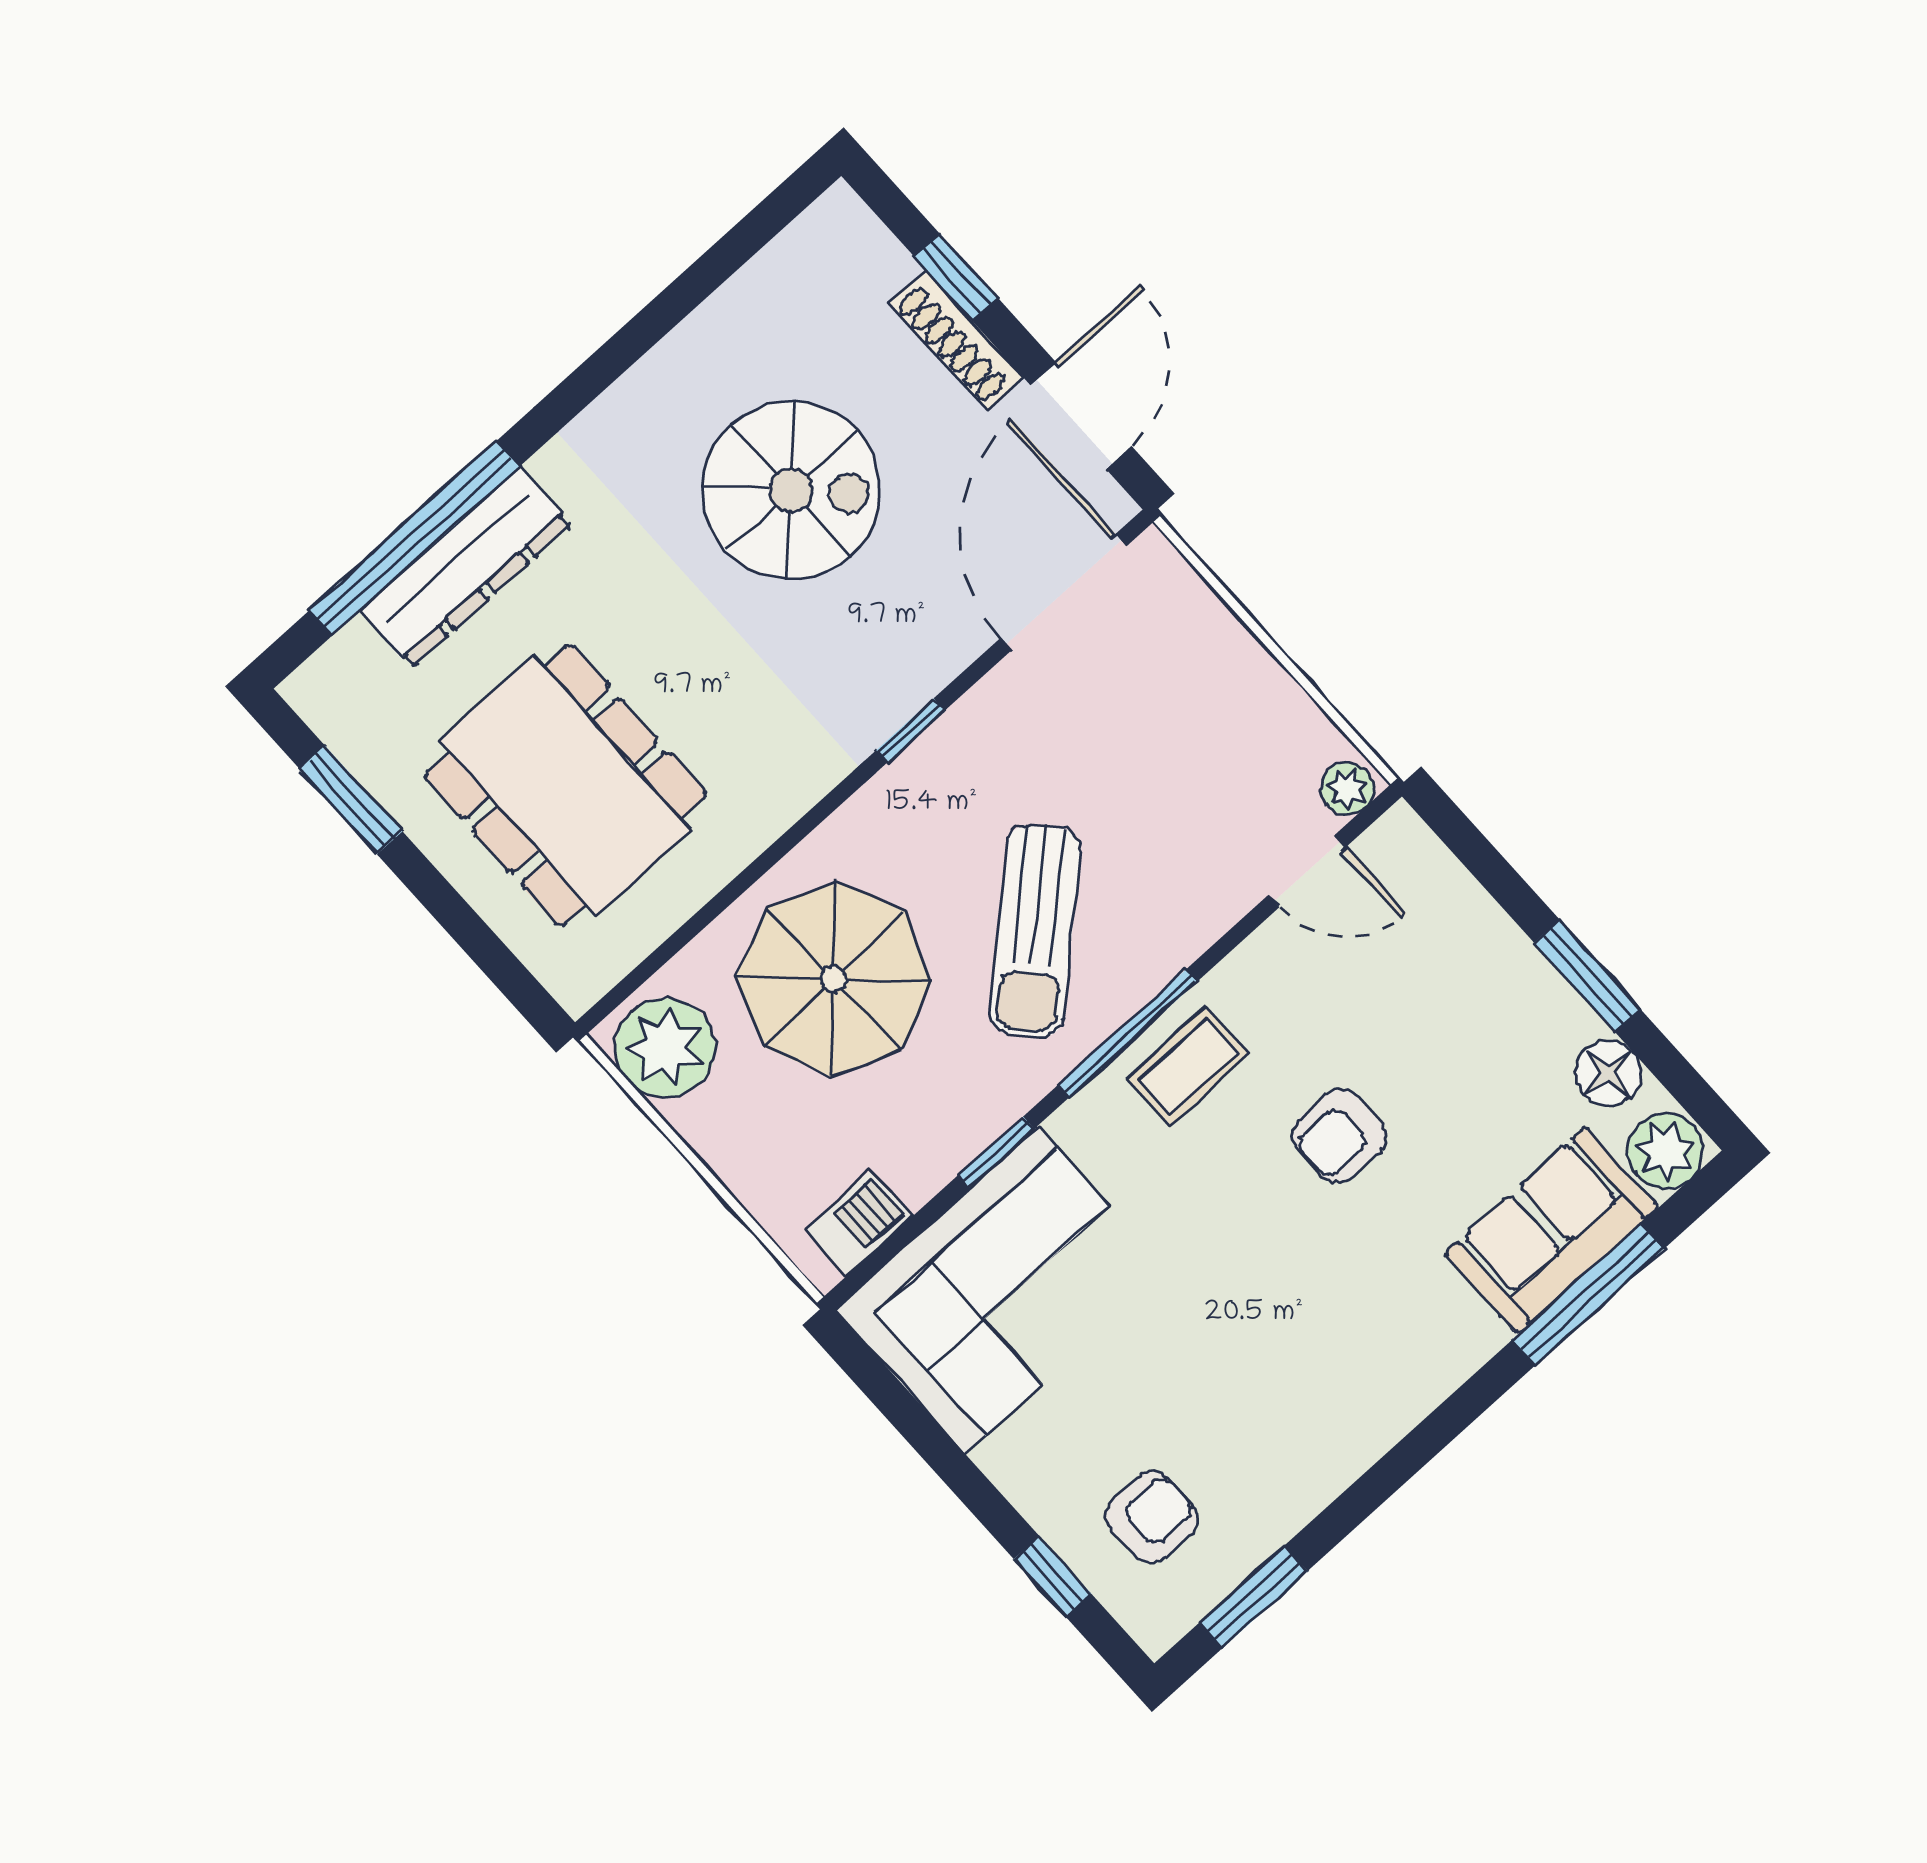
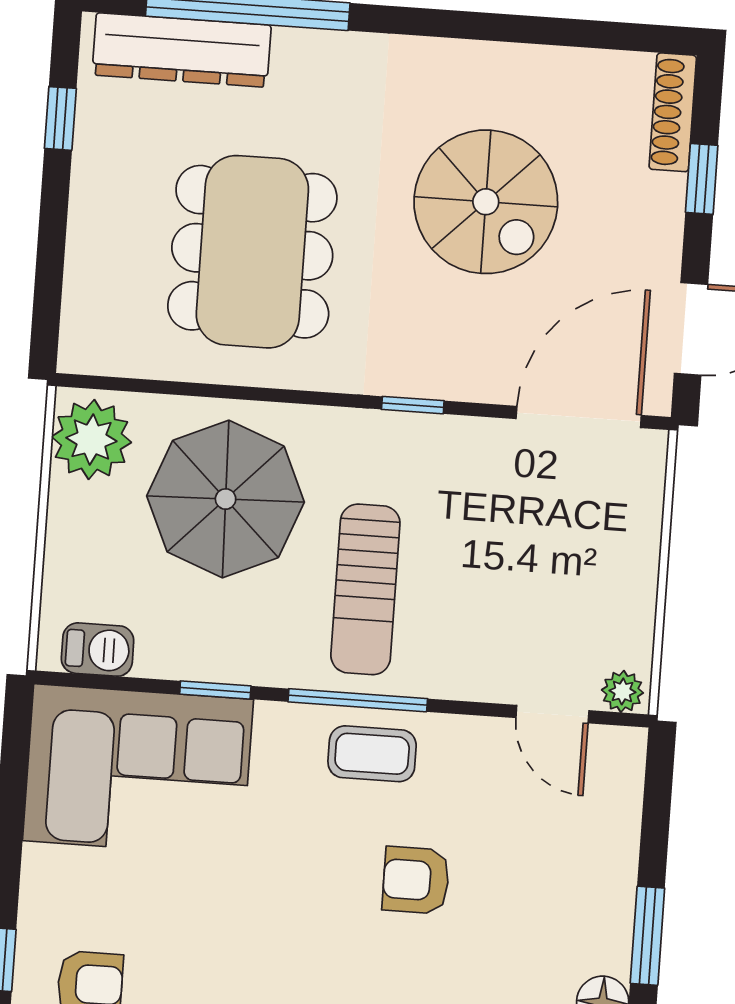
shoe rack: (957, 340) -> (673, 112), moved
dresser: (466, 567) -> (182, 50), moved
dining table: (565, 785) -> (252, 252), moved
window: (351, 800) -> (60, 118), width x0.67
sun lounger: (1035, 931) -> (365, 589), turned -48

